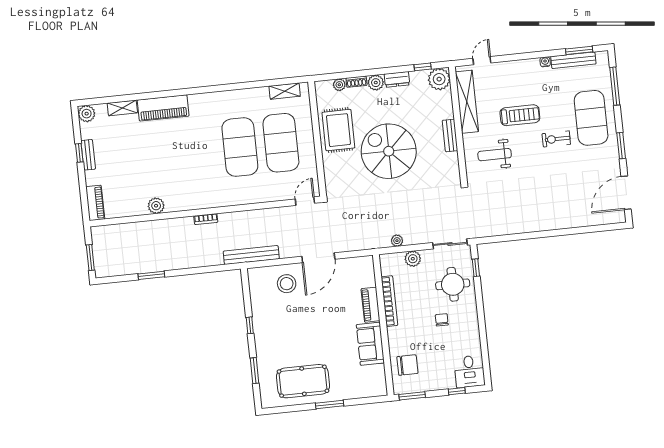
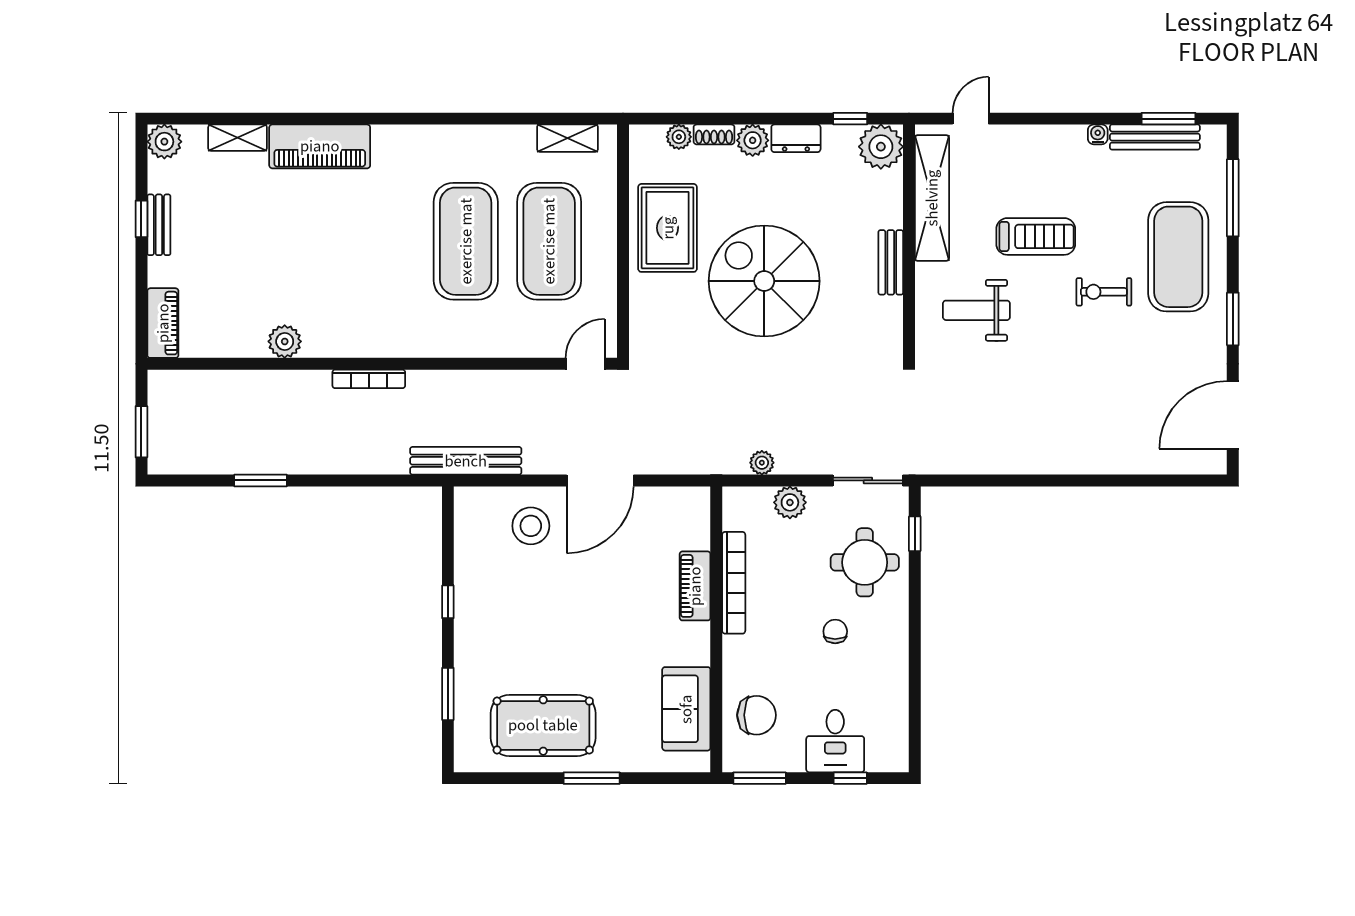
bookcase: (206, 219) -> (369, 379), width x1.56
sofa: (370, 344) -> (686, 709), moved
desk: (469, 371) -> (835, 741), moved

